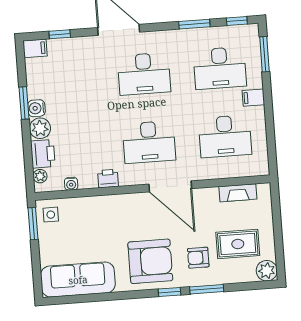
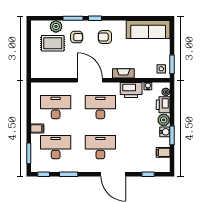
filing cabinet: (35, 48) -> (163, 152), moved
printer: (108, 178) -> (131, 90), width x1.87, depth x1.48
fireplace: (238, 193) -> (123, 73), moved
armchair: (150, 261) -> (105, 37), width x0.53, depth x0.53
plant: (267, 271) -> (56, 26), moved

